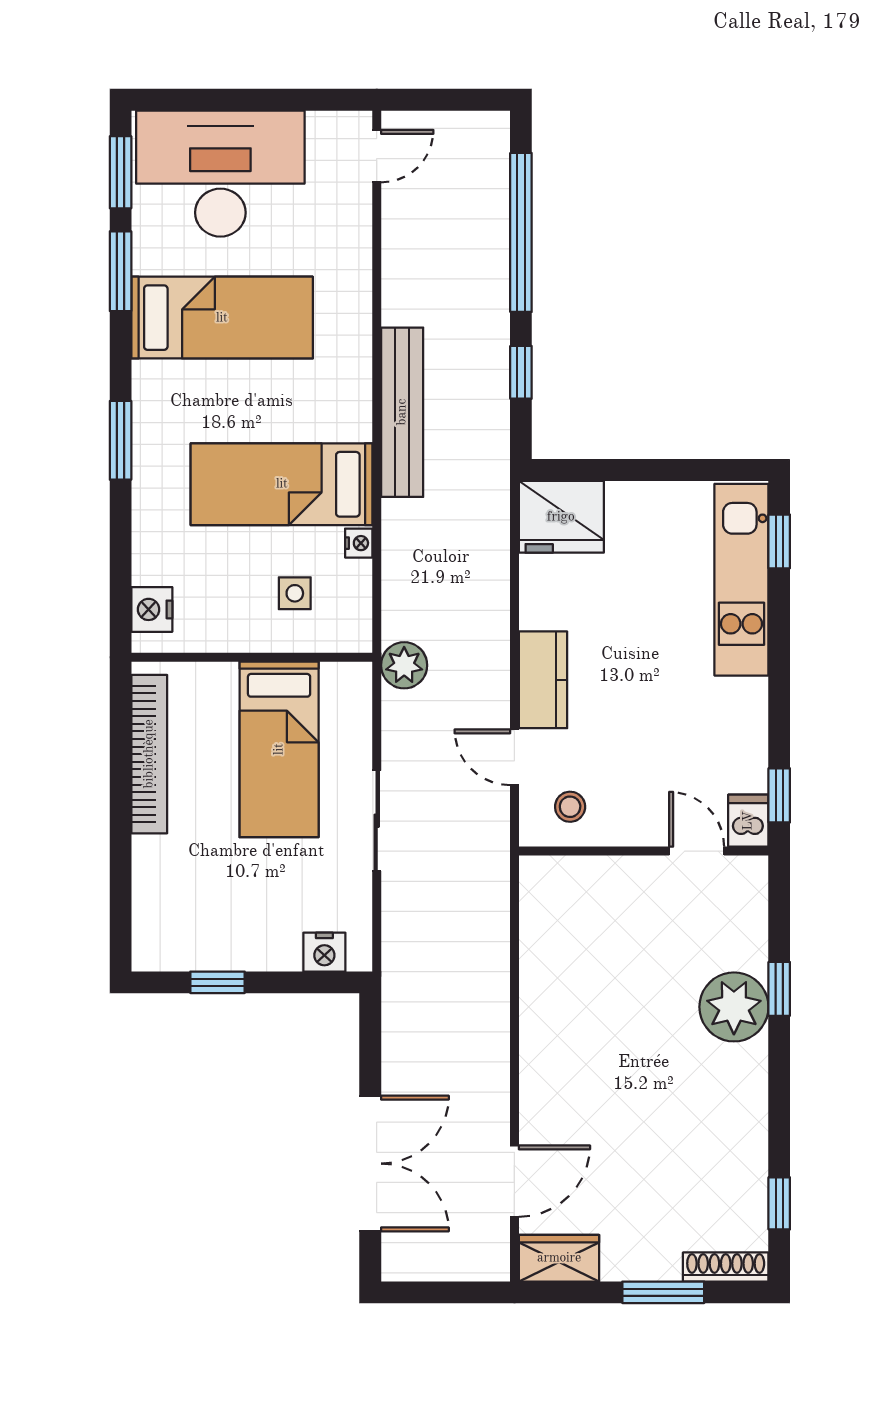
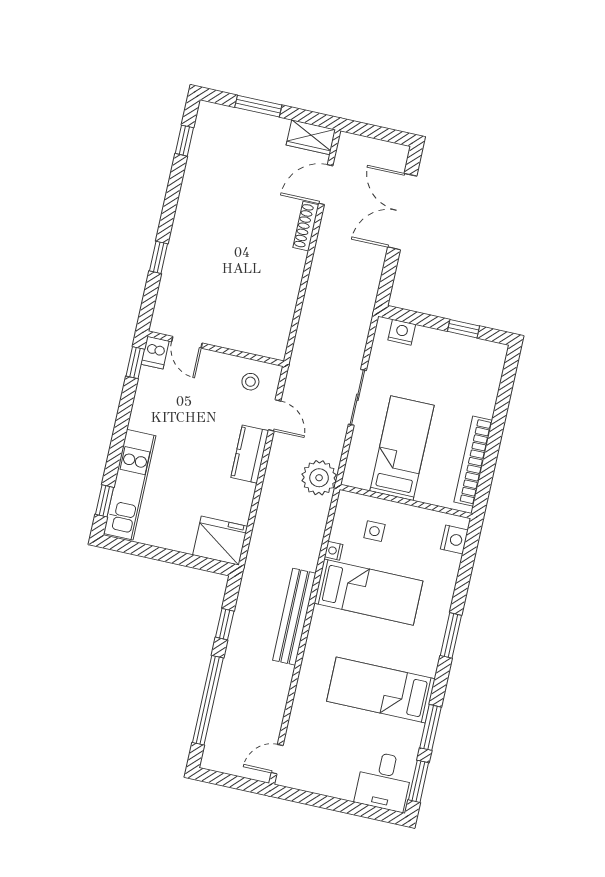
desk: (220, 174) -> (384, 781), width x0.53, depth x0.77
plant: (404, 665) -> (319, 478), width x1.36, depth x1.36
plant: (734, 1007) -> (185, 253), removed
shoe rack: (726, 1267) -> (306, 226), moved, turned 90

